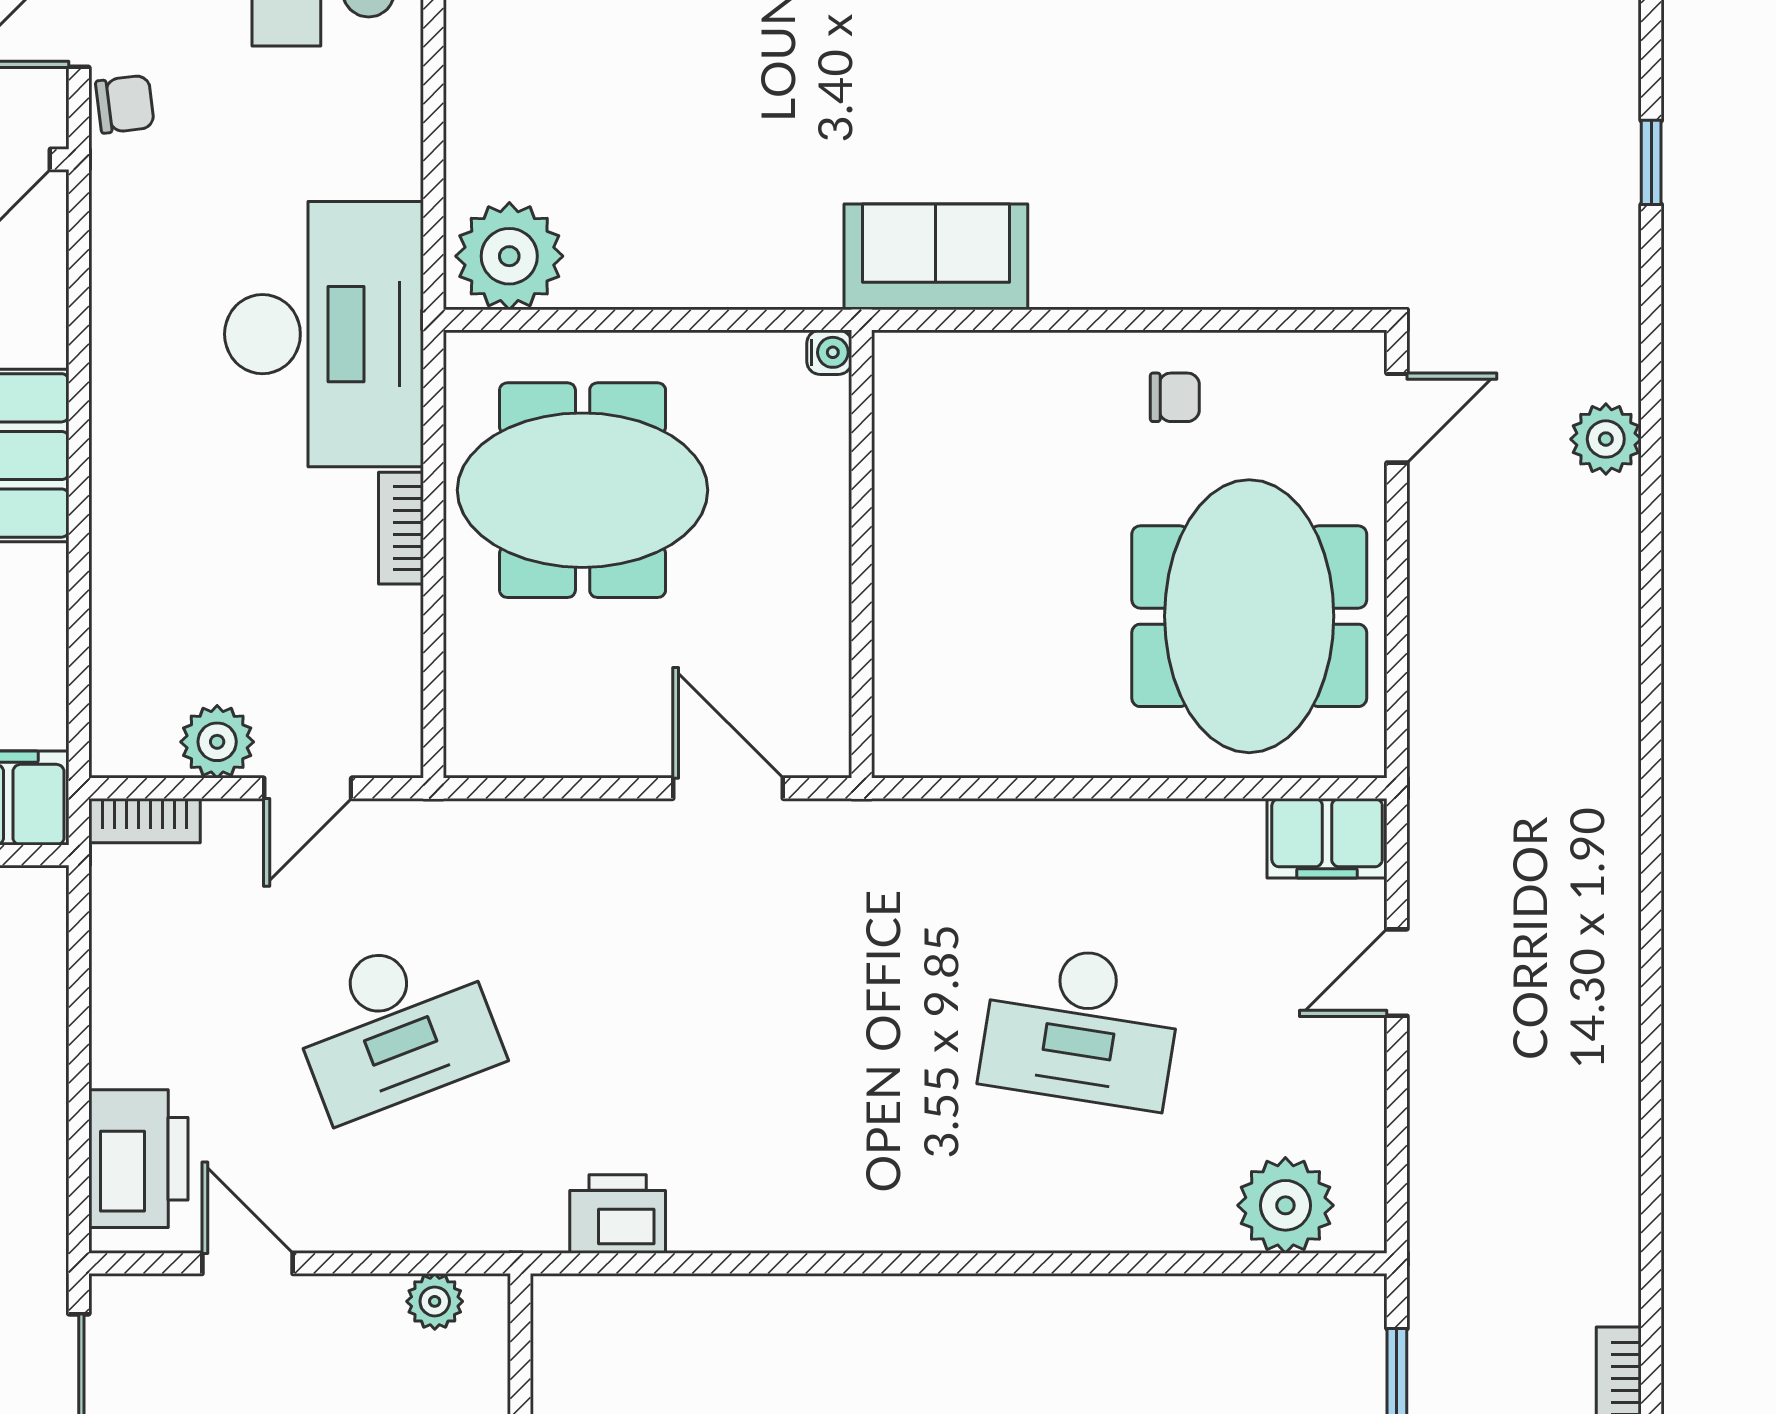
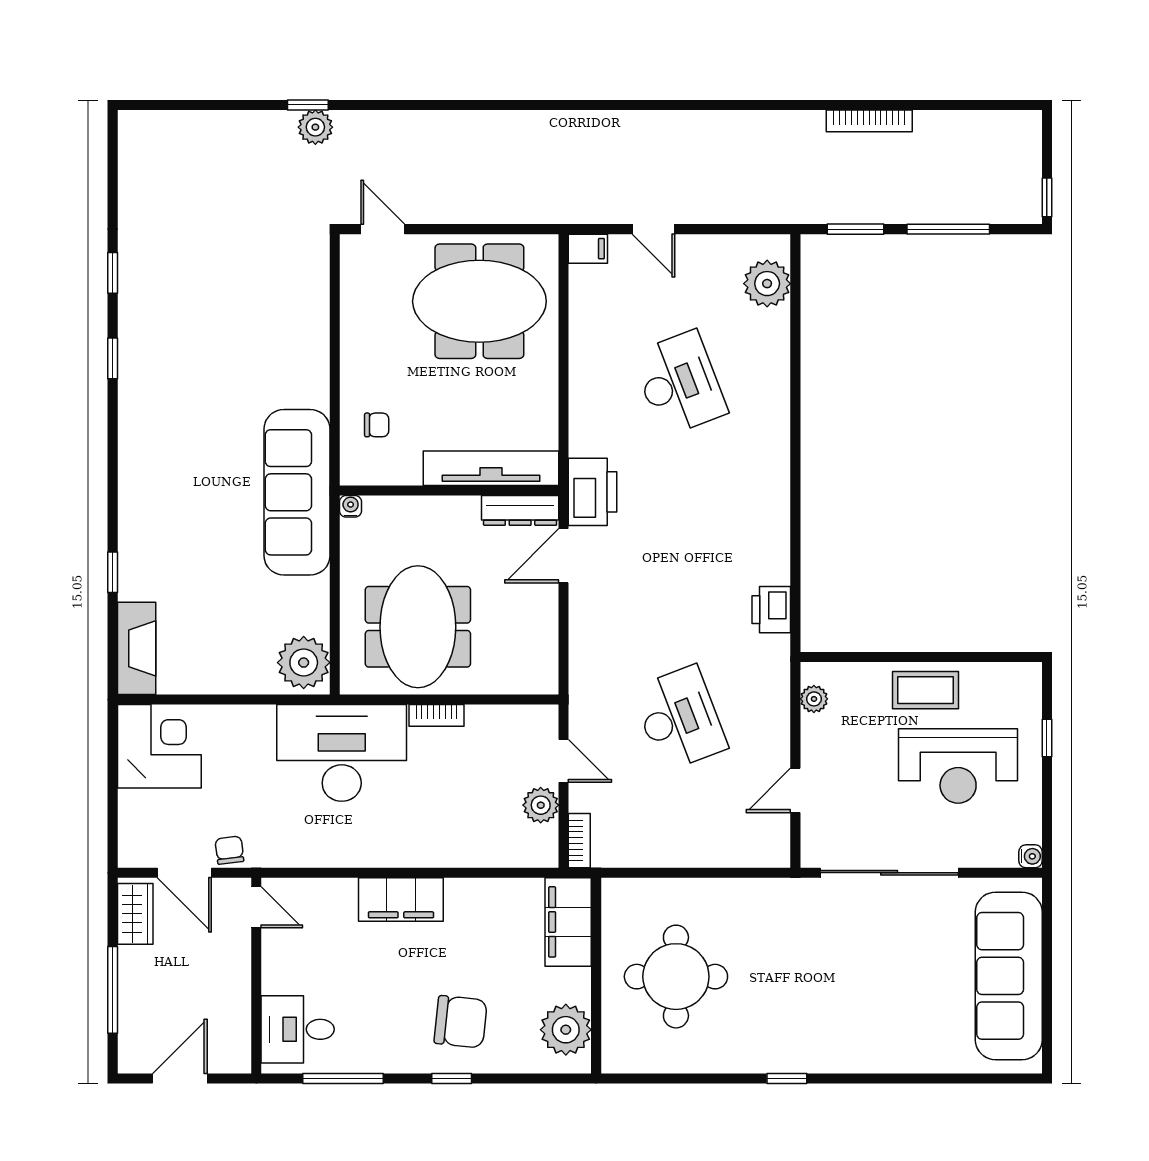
window: (1651, 162) -> (308, 105), moved
sofa: (936, 257) -> (297, 492), width x1.85, depth x1.27
chair: (1175, 397) -> (377, 425), moved, turned 90
plant: (1606, 439) -> (315, 127), moved
tv unit: (907, 640) -> (491, 468), added
dresser: (821, 699) -> (520, 510), added
filing cabinet: (1327, 838) -> (588, 249), width x0.50
desk: (1081, 1026) -> (679, 383), turned -30
printer: (138, 1159) -> (593, 492), moved, turned 90

